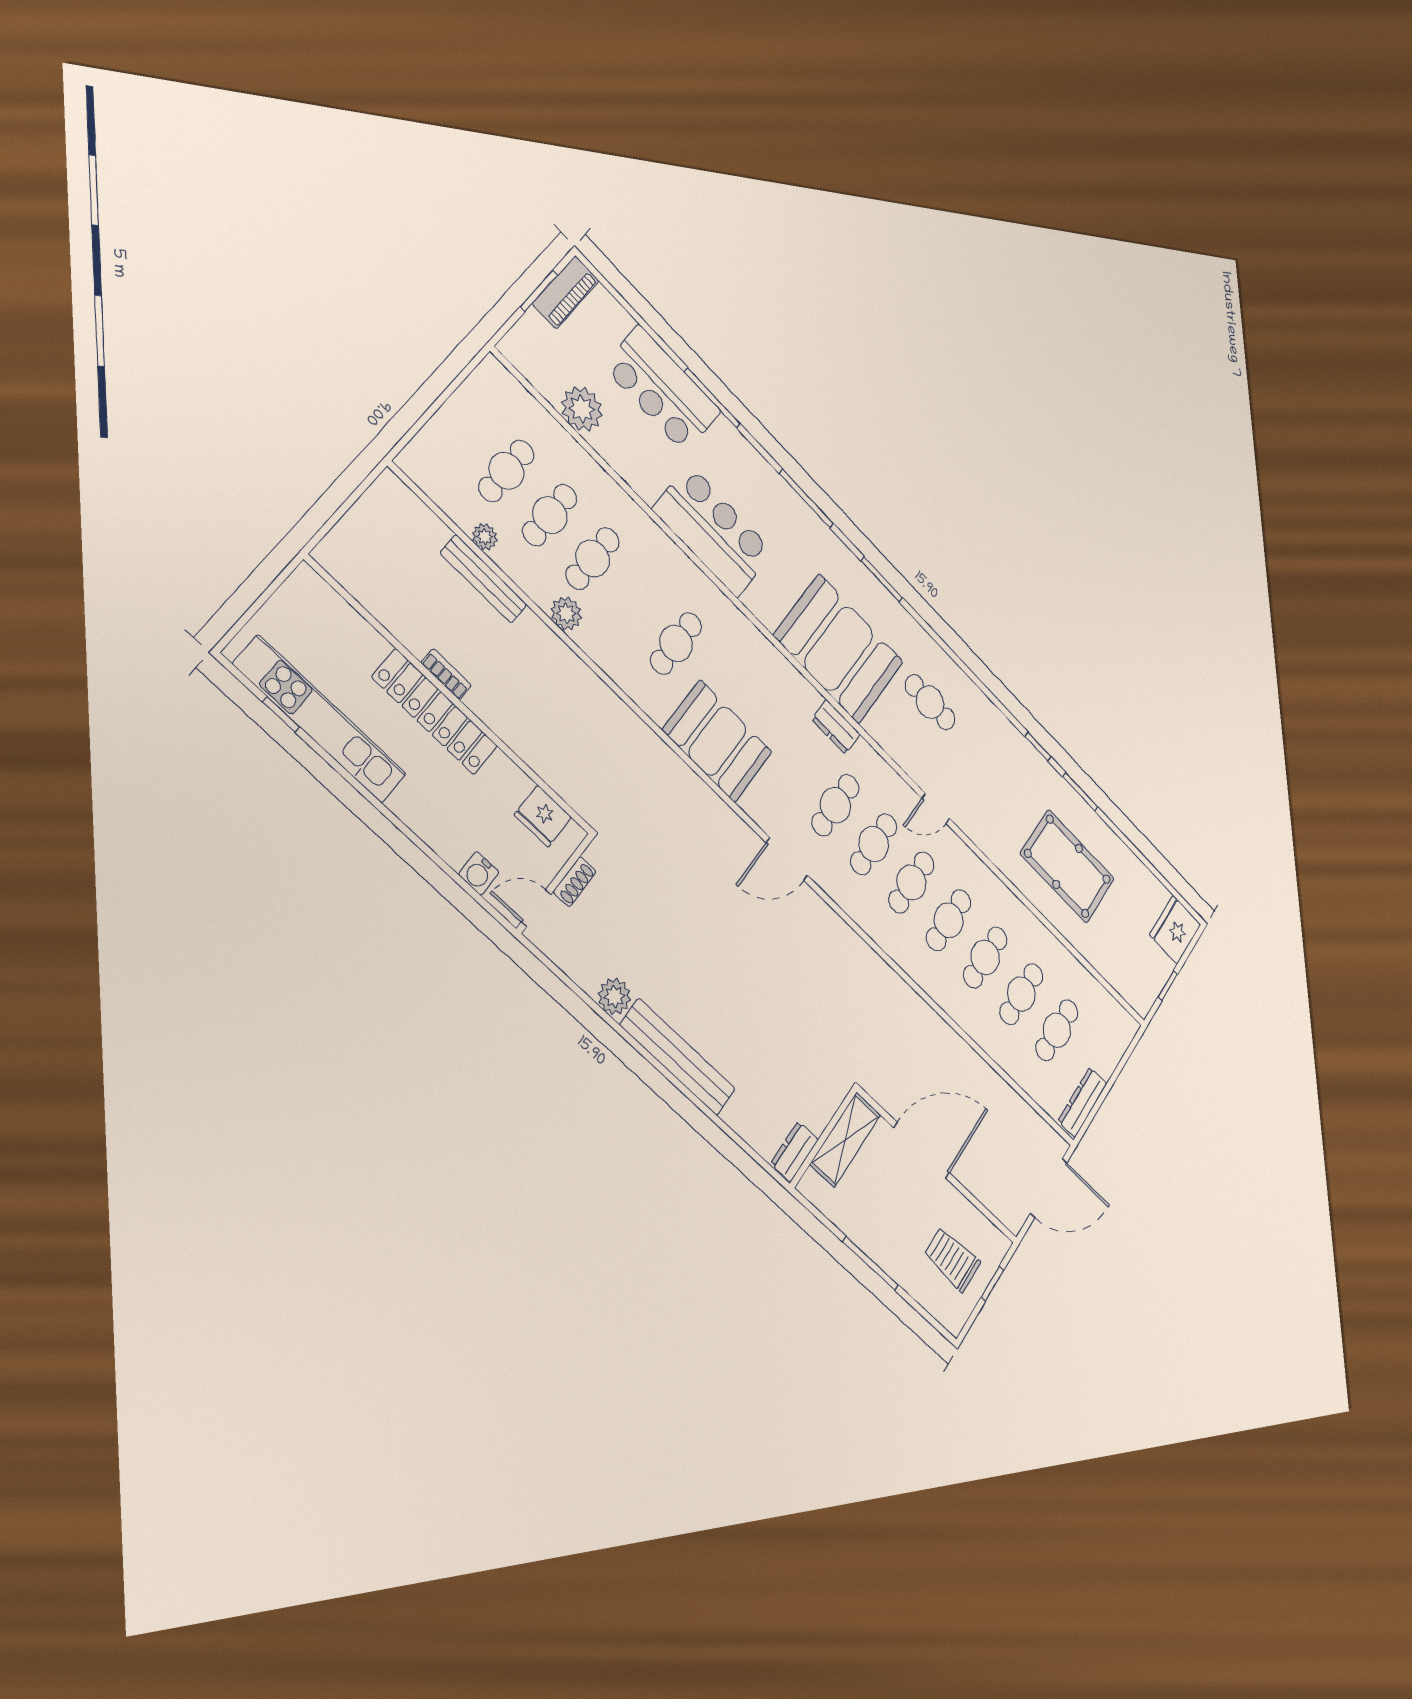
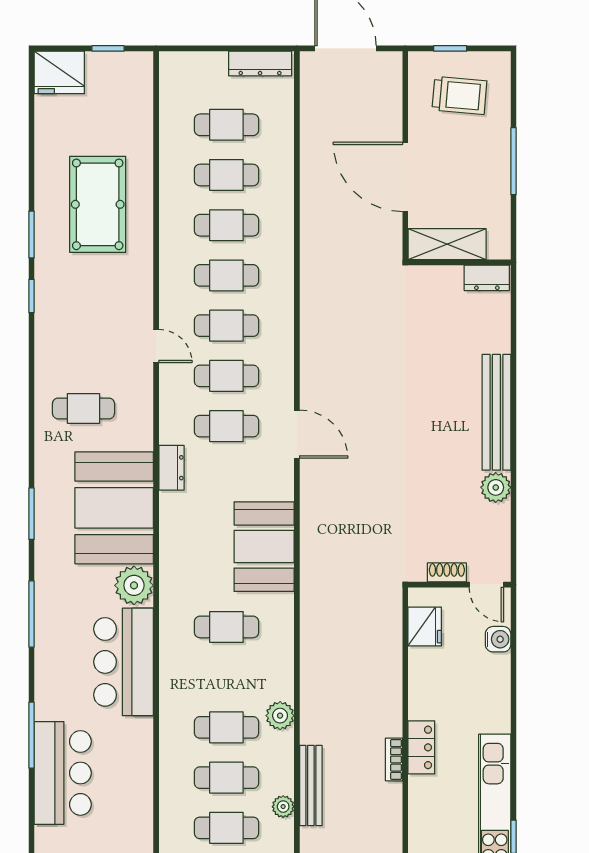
plant: (582, 409) -> (134, 585), moved
cafe table: (930, 702) -> (83, 408), turned 90
locker: (435, 712) -> (421, 747), width x0.46, depth x0.83
trolley: (952, 1259) -> (459, 95), turned -85

